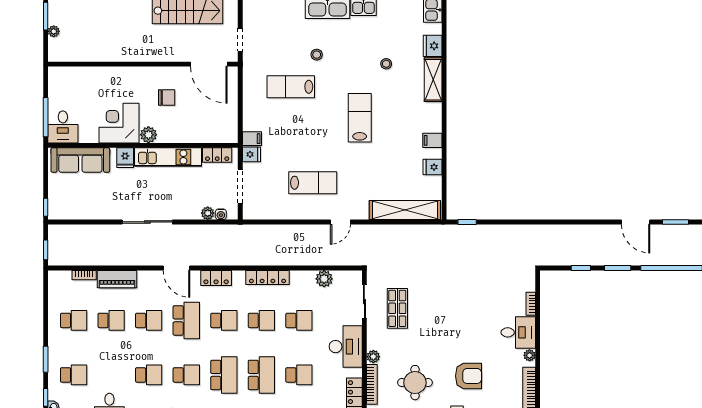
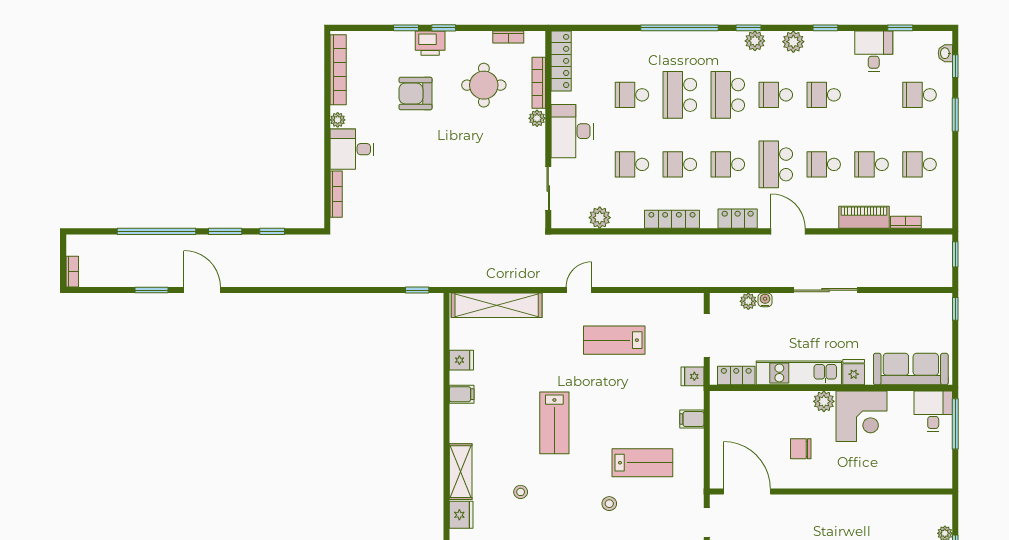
filing cabinet: (252, 139) -> (692, 419), moved
water cooler: (221, 214) -> (765, 300), moved
bookcase: (531, 304) -> (336, 194), width x1.56
shop shelf: (397, 308) -> (506, 180), removed

